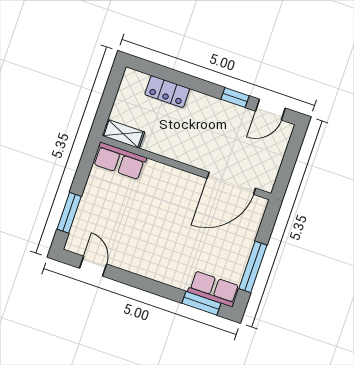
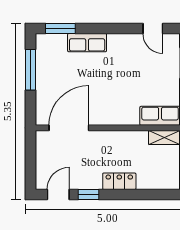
locker: (167, 92) -> (119, 181), moved
row of seats: (214, 289) -> (87, 43), moved

